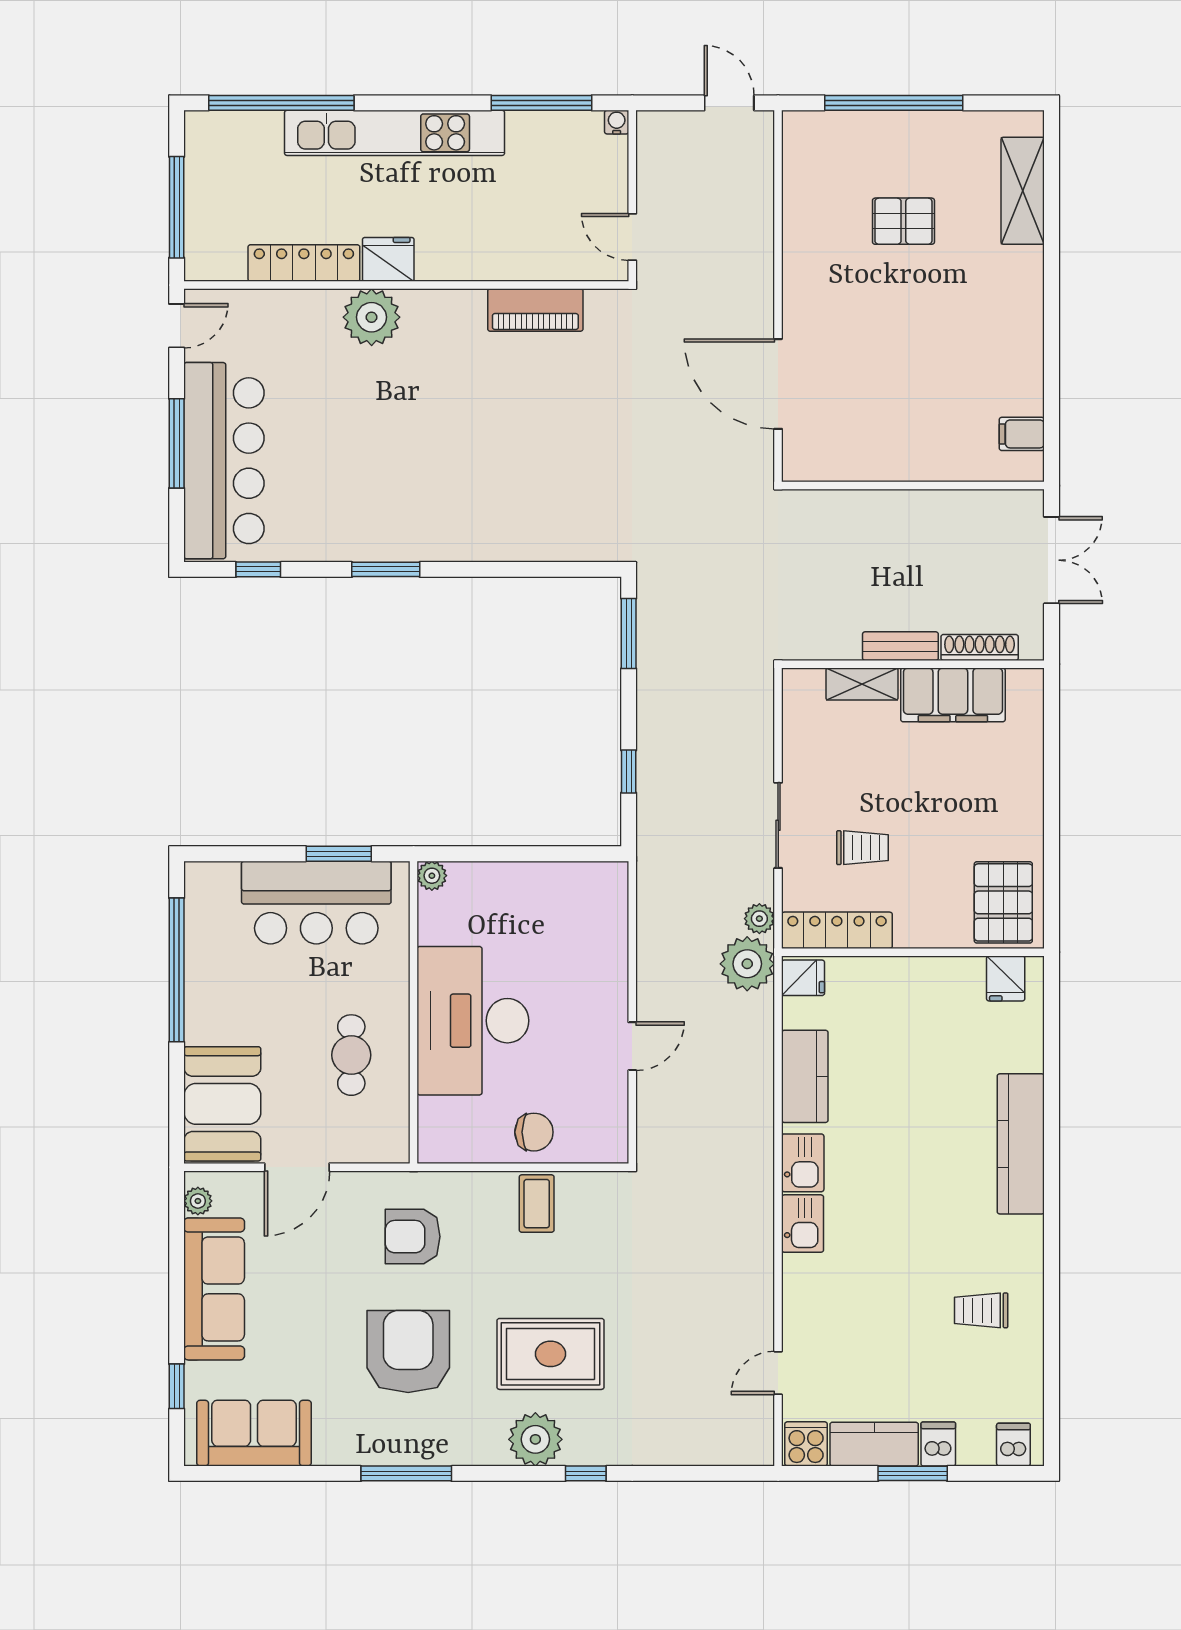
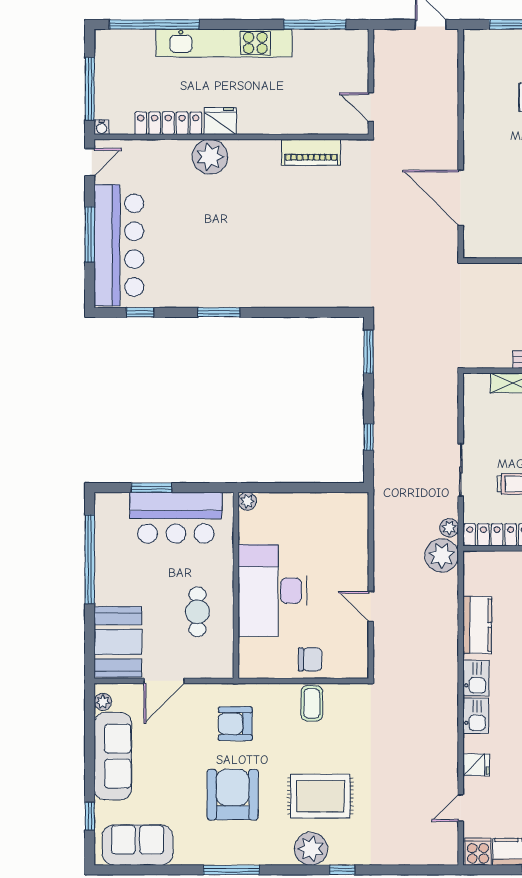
water cooler: (617, 122) -> (102, 127), moved, turned 180
window: (339, 854) -> (152, 488), moved
fridge: (803, 978) -> (476, 765), moved
door: (632, 1046) -> (371, 606), swing flipped

